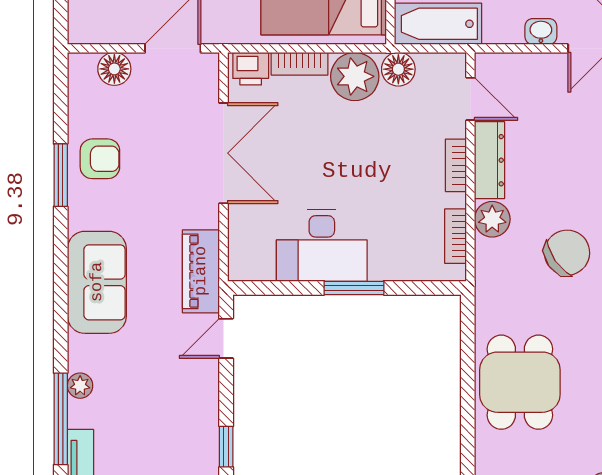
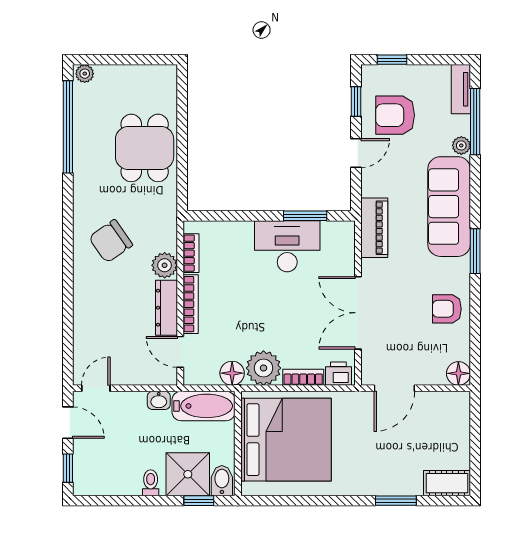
washbasin: (541, 32) -> (159, 400), moved
floor lamp: (114, 69) -> (458, 373), moved
bookcase: (456, 165) -> (191, 304), width x1.56
window: (61, 175) -> (475, 251), moved
sofa: (97, 282) -> (449, 207), width x1.36
window: (354, 288) -> (305, 216), moved
door: (226, 338) -> (356, 153), moved
armchair: (172, 428) -> (395, 115), added

